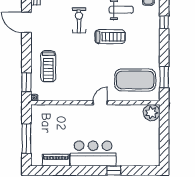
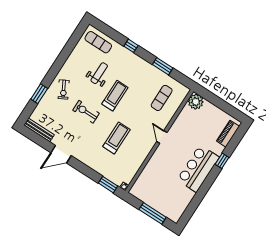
treadmill: (48, 66) -> (116, 138), moved, turned -90
window: (164, 77) -> (163, 66), moved
exercise mat: (135, 80) -> (162, 98), width x0.50, depth x0.69
piano: (56, 160) -> (228, 134), moved

